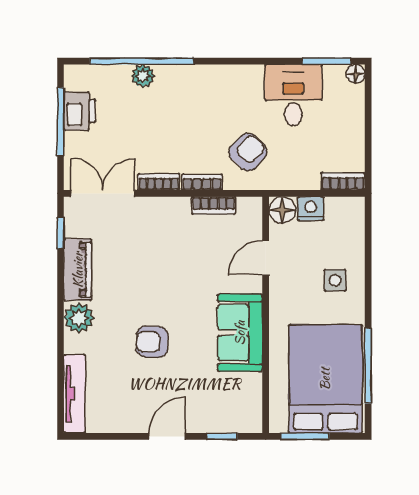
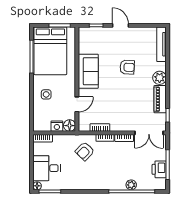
desk: (293, 95) -> (47, 168), moved, turned 90
door: (167, 436) -> (120, 25), swing flipped

